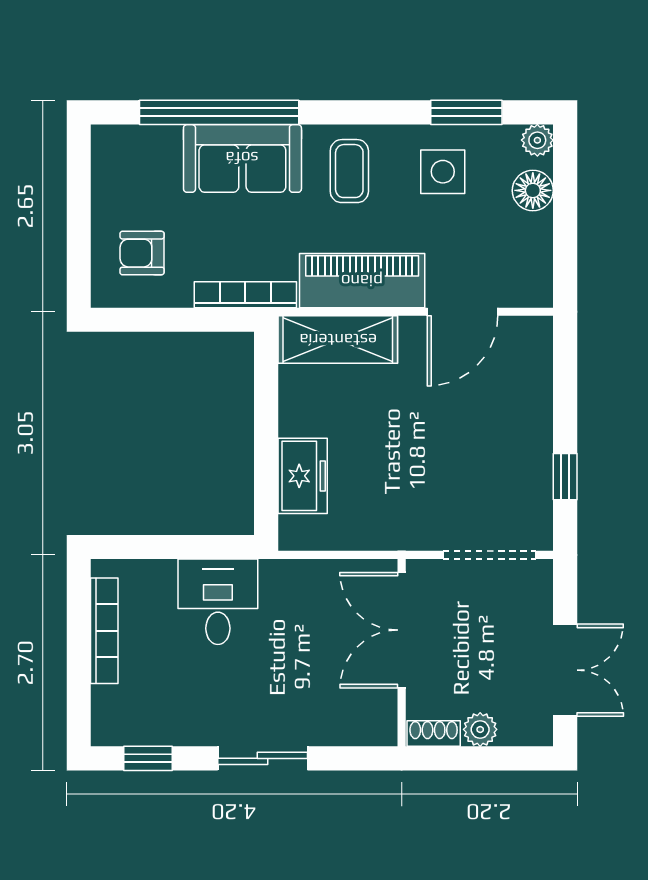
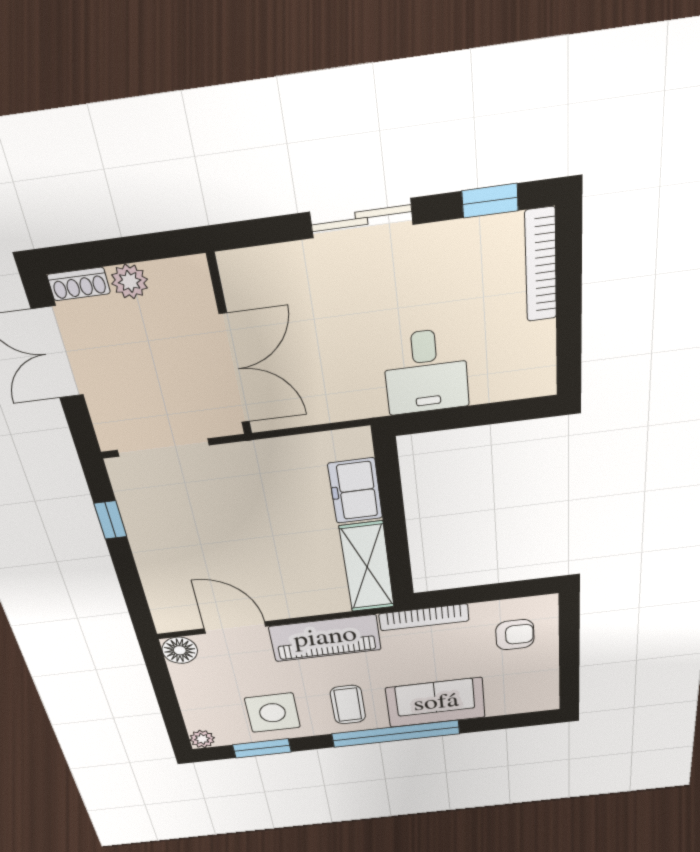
window: (219, 112) -> (396, 734), moved
side table: (443, 172) -> (273, 713), width x1.37, depth x1.37
floor lamp: (533, 190) -> (180, 650), moved
door: (463, 312) -> (235, 628), hinge flipped
shelving: (338, 340) -> (367, 567), moved, turned 90
bookcase: (104, 631) -> (541, 265), moved
shoe rack: (434, 733) -> (79, 284), moved

